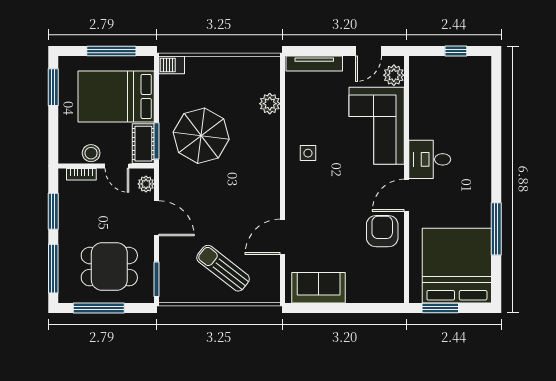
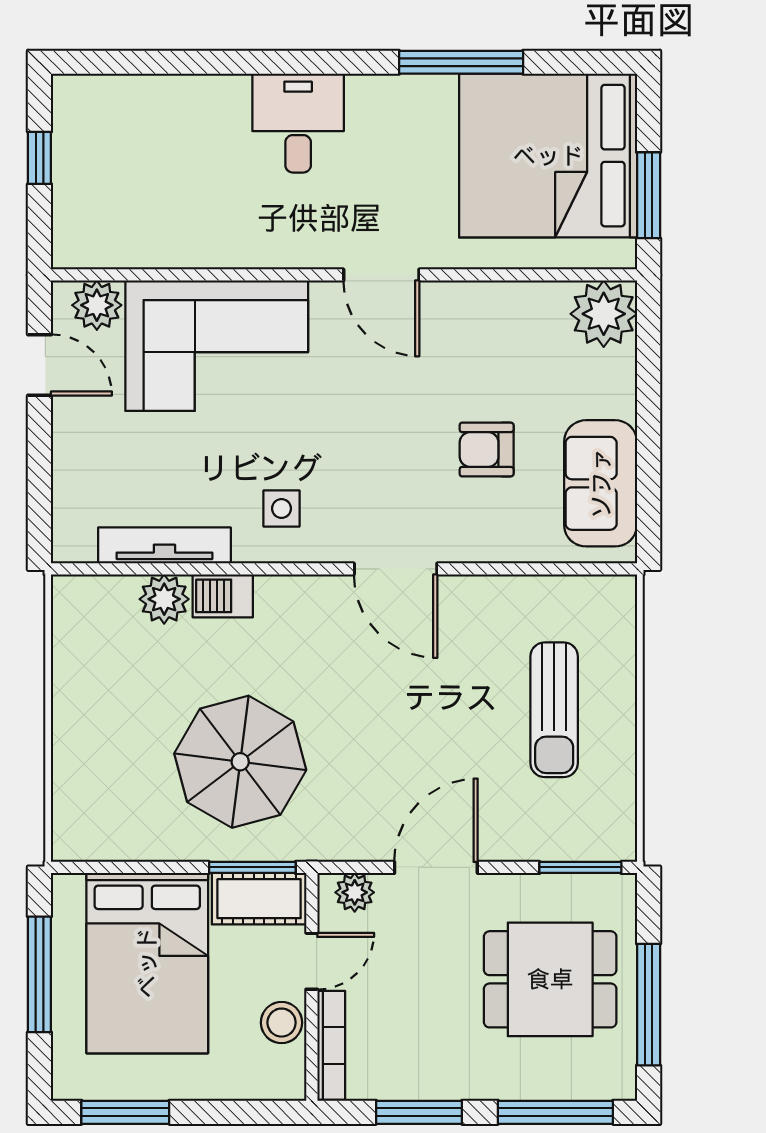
tv unit: (314, 63) -> (164, 545), moved, turned -90
barbecue: (172, 65) -> (223, 596), moved, turned 90
desk: (430, 159) -> (298, 123), moved, turned 180
bookcase: (81, 174) -> (331, 1045), width x1.56
armchair: (382, 231) -> (487, 450), moved, width x0.72, depth x0.72
door: (282, 237) -> (396, 569), moved
dining table: (109, 267) -> (550, 979), turned 90
sun lounger: (223, 268) -> (554, 710), turned -38
plant: (390, 289) -> (604, 314), added

